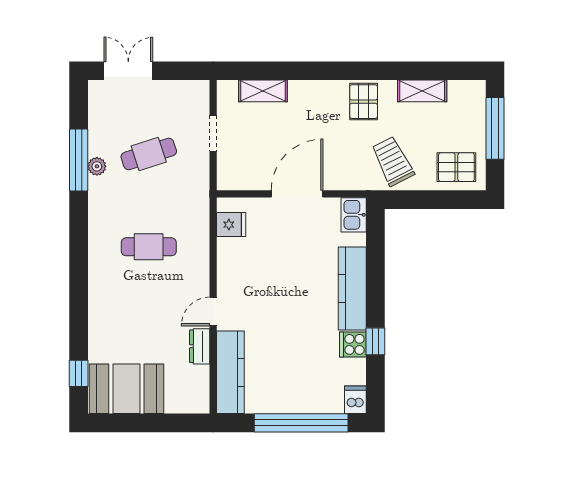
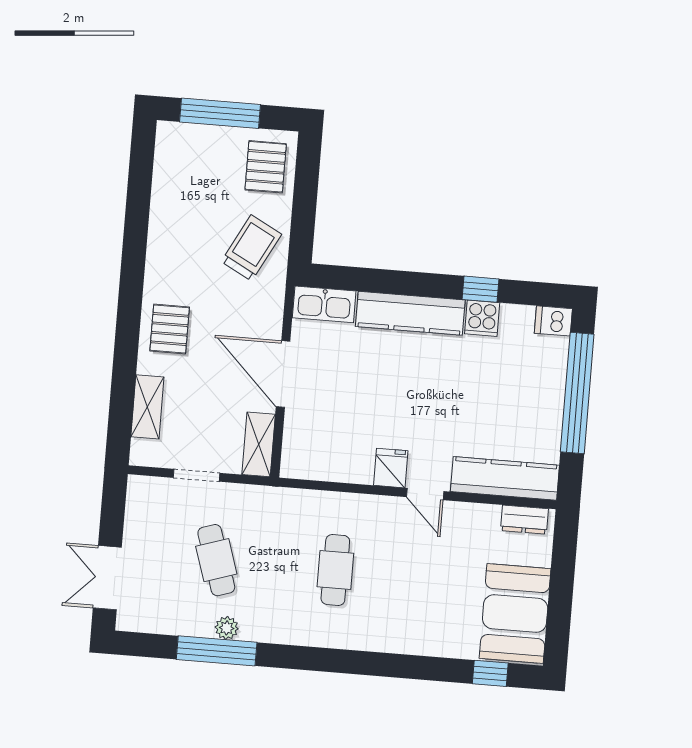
shelving: (422, 91) -> (259, 444), moved
pallet: (364, 102) -> (170, 329), moved, turned 90
trolley: (393, 161) -> (251, 248), turned 145
kitchen sink: (354, 215) -> (324, 304), width x1.38
fridge: (231, 225) -> (391, 468), moved
dresser: (200, 346) -> (524, 520), moved

